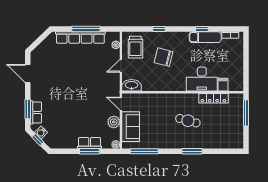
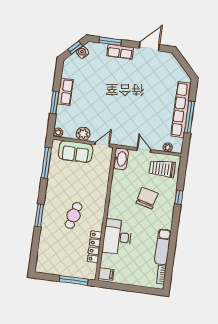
window: (202, 29) -> (172, 244), removed
filing cabinet: (223, 85) -> (106, 274), moved
row of seats: (36, 112) -> (120, 52), moved
row of seats: (90, 143) -> (65, 92), moved

